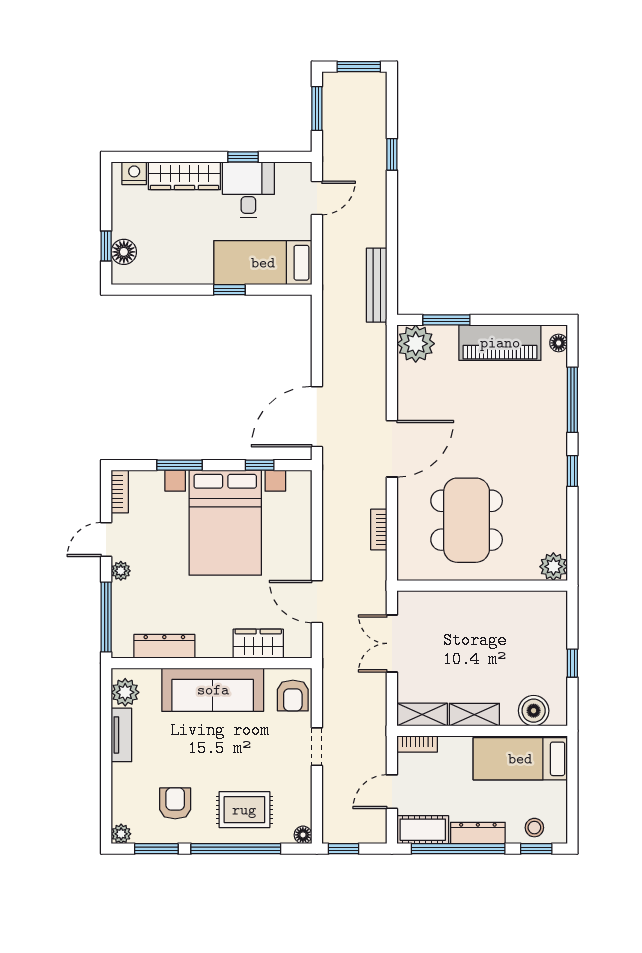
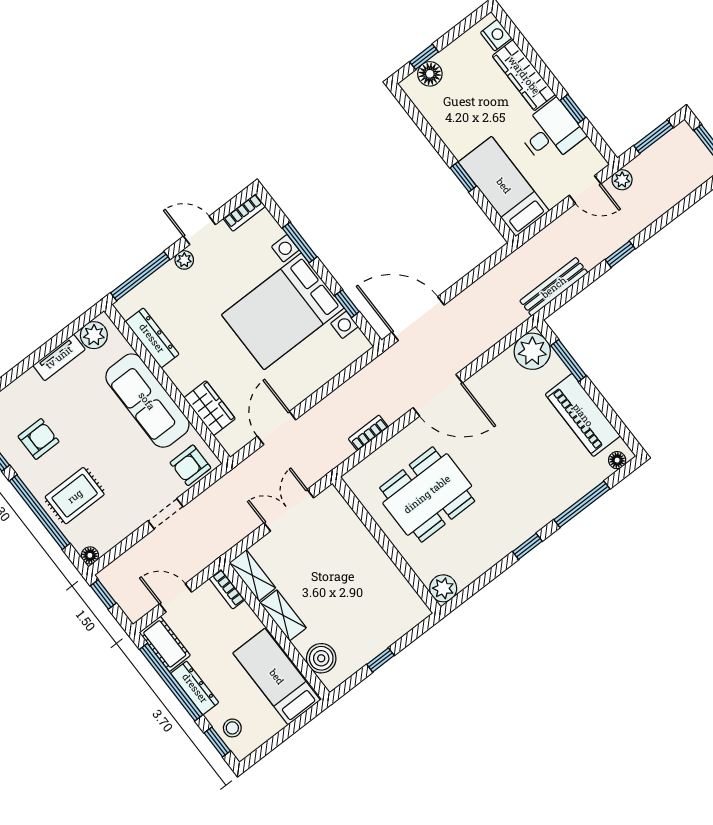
window: (392, 154) -> (620, 254), moved
plant: (332, 162) -> (622, 180), added
rug: (244, 810) -> (75, 496), turned 90

